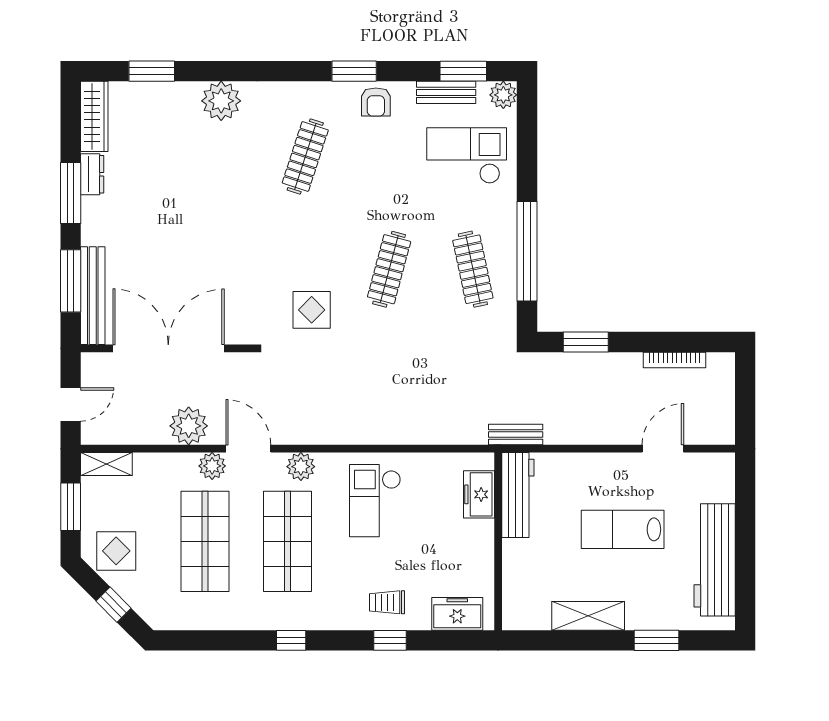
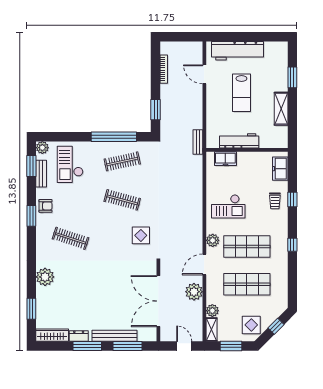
bench: (93, 296) -> (115, 336), moved
plant: (212, 466) -> (212, 311), moved
workbench: (518, 495) -> (239, 141), moved
workbench: (715, 560) -> (238, 51), moved

